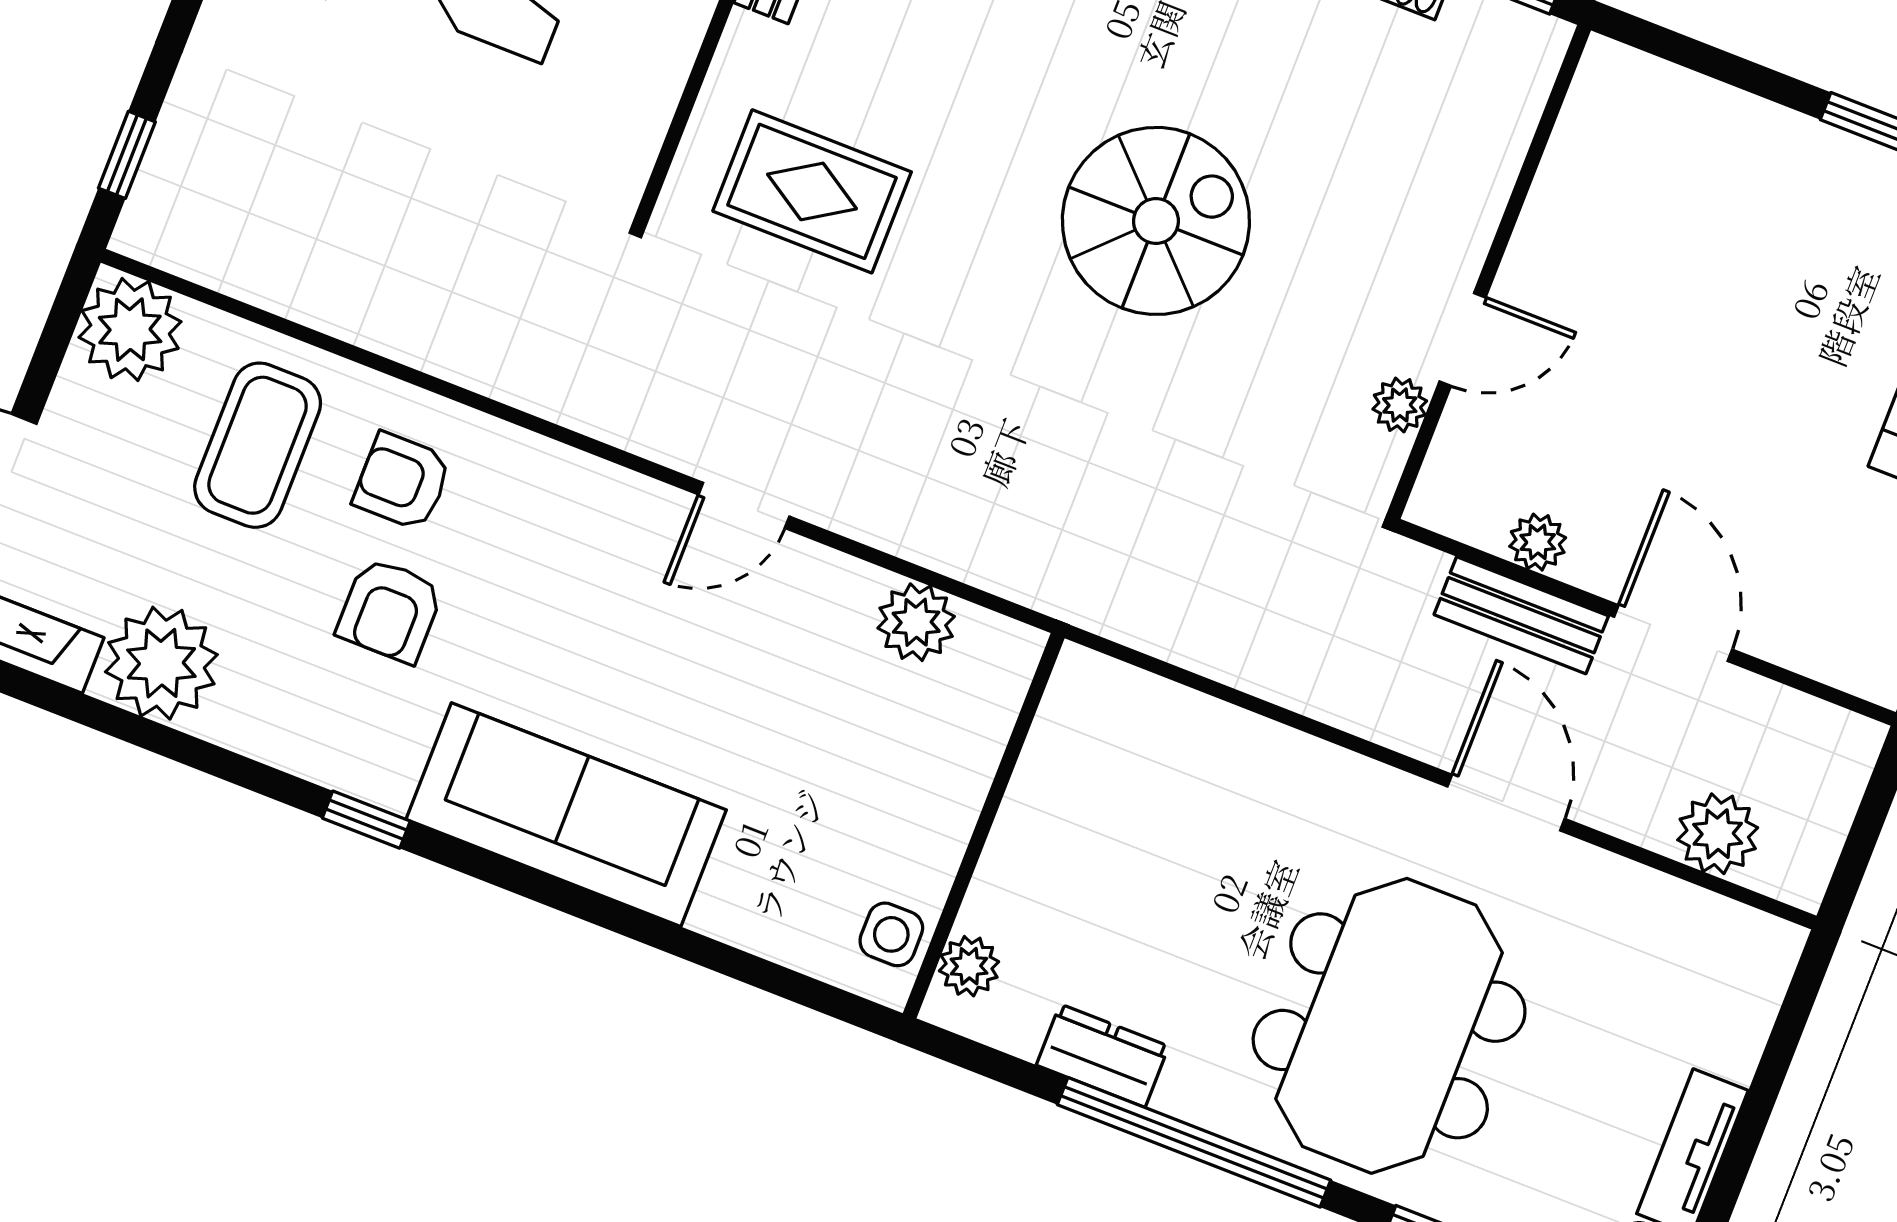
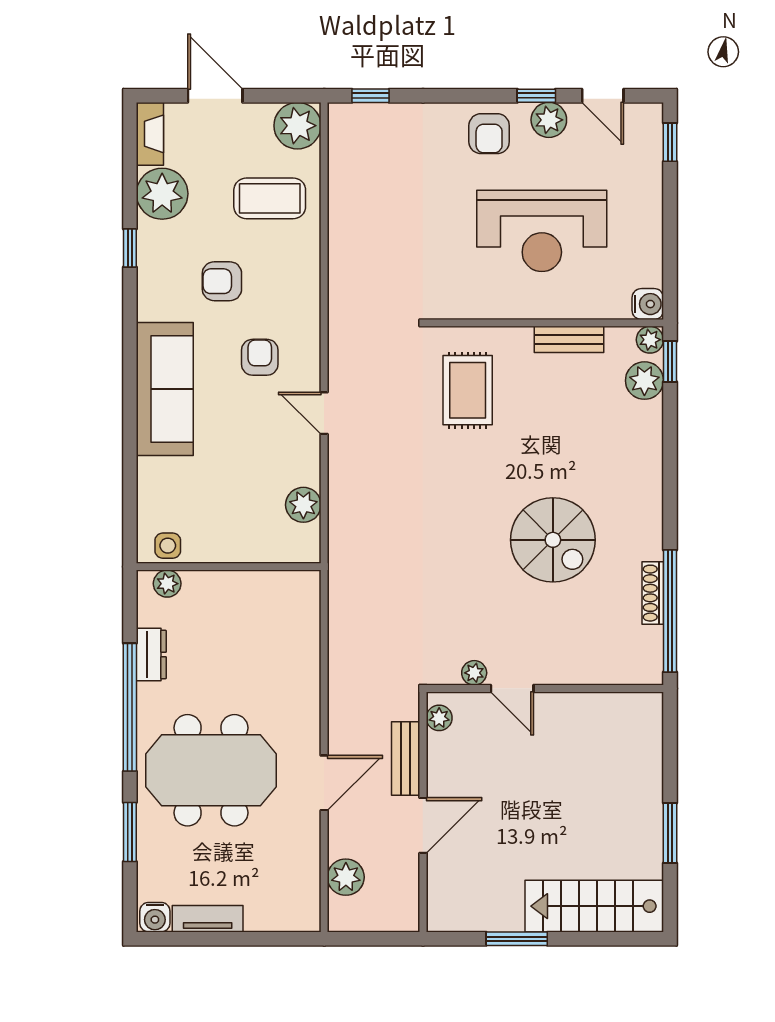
spiral stairs: (1156, 221) -> (553, 540), moved
armchair: (402, 481) -> (260, 357), moved
plant: (1538, 542) -> (439, 718), moved
window: (366, 820) -> (130, 248), moved

